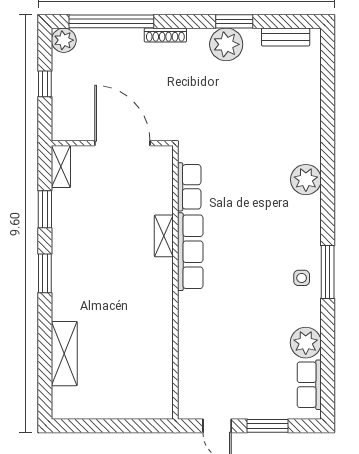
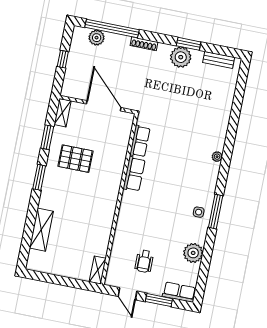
plant: (64, 40) -> (97, 38), moved
plant: (306, 180) -> (217, 157), width x0.53, depth x0.53
pallet: (95, 233) -> (76, 159), added
shelving: (164, 236) -> (98, 270), moved
row of seats: (190, 252) -> (134, 174), width x0.68
wheelchair: (233, 371) -> (144, 261), added
row of seats: (309, 385) -> (179, 292), moved, turned 90

